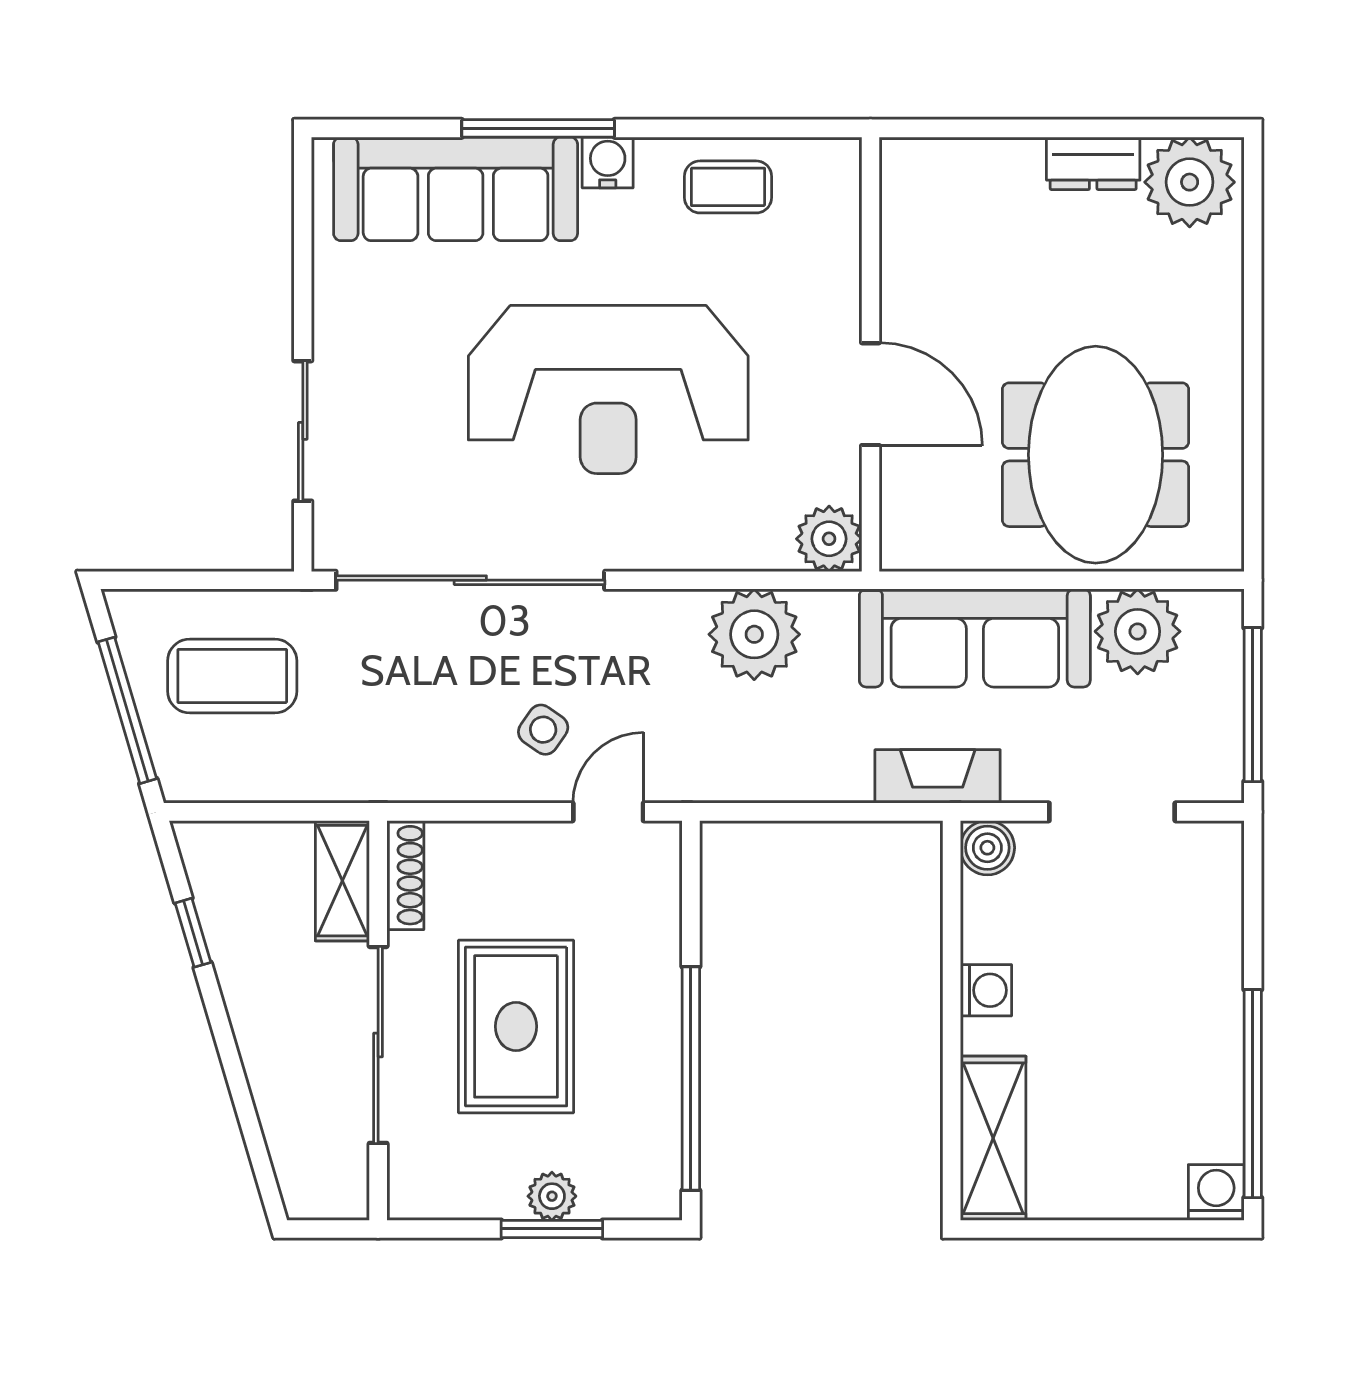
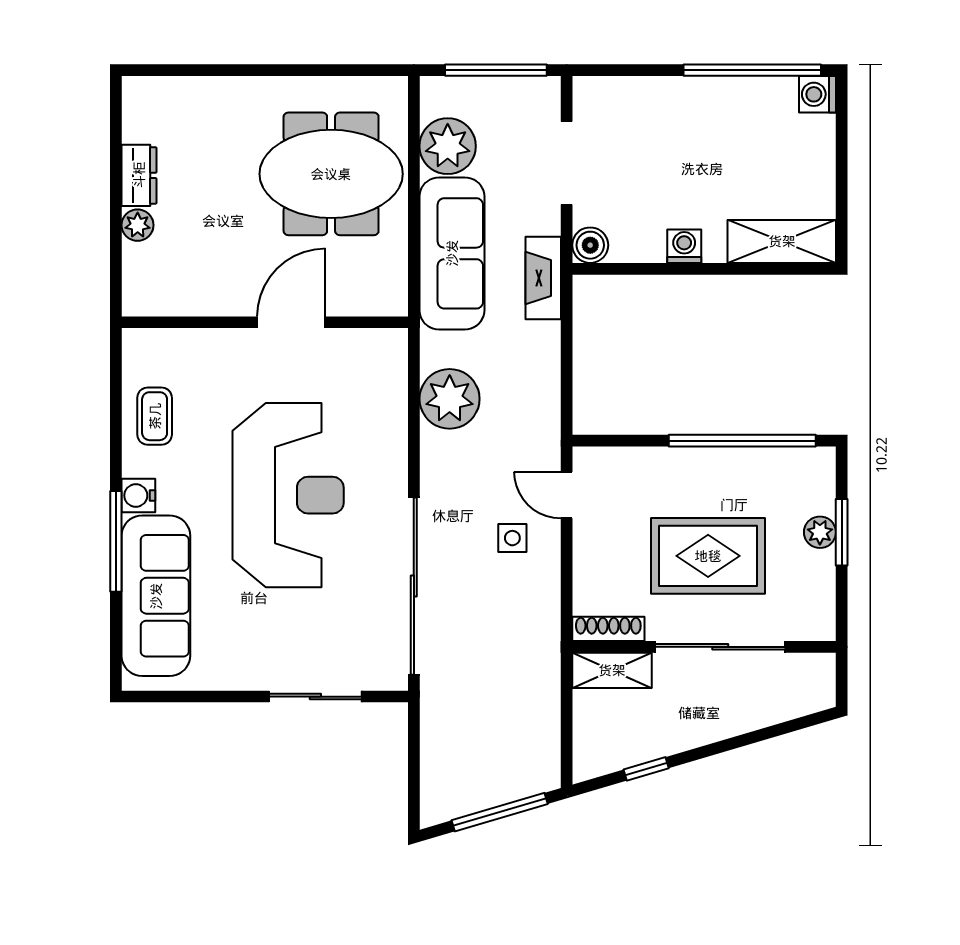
plant: (1190, 182) -> (138, 225), moved, width x0.53, depth x0.53
plant: (829, 539) -> (387, 350), removed
coffee table: (232, 676) -> (477, 743), removed
side table: (543, 730) -> (512, 538), turned -35

